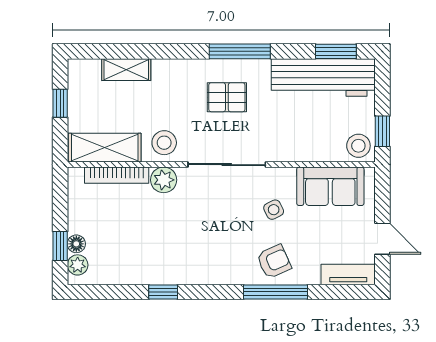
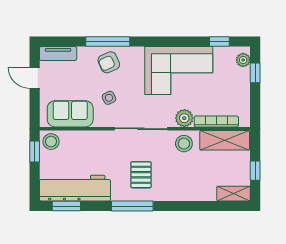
shelving: (126, 70) -> (234, 194), moved
pallet: (227, 97) -> (141, 175), turned 90
floor lamp: (76, 244) -> (244, 74), removed
corner sofa: (172, 249) -> (179, 71), added
window: (163, 292) -> (219, 41), moved

